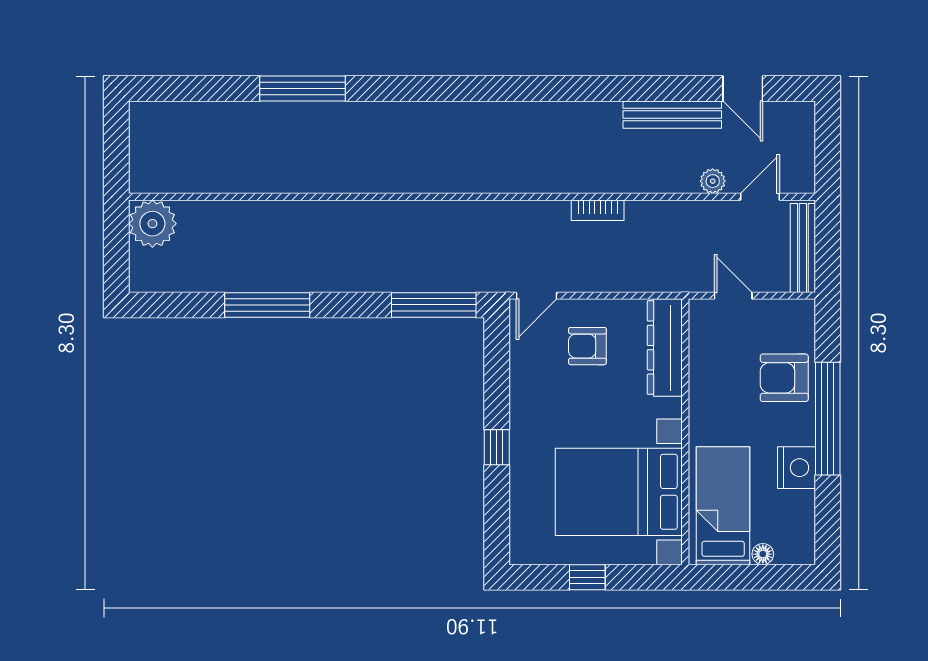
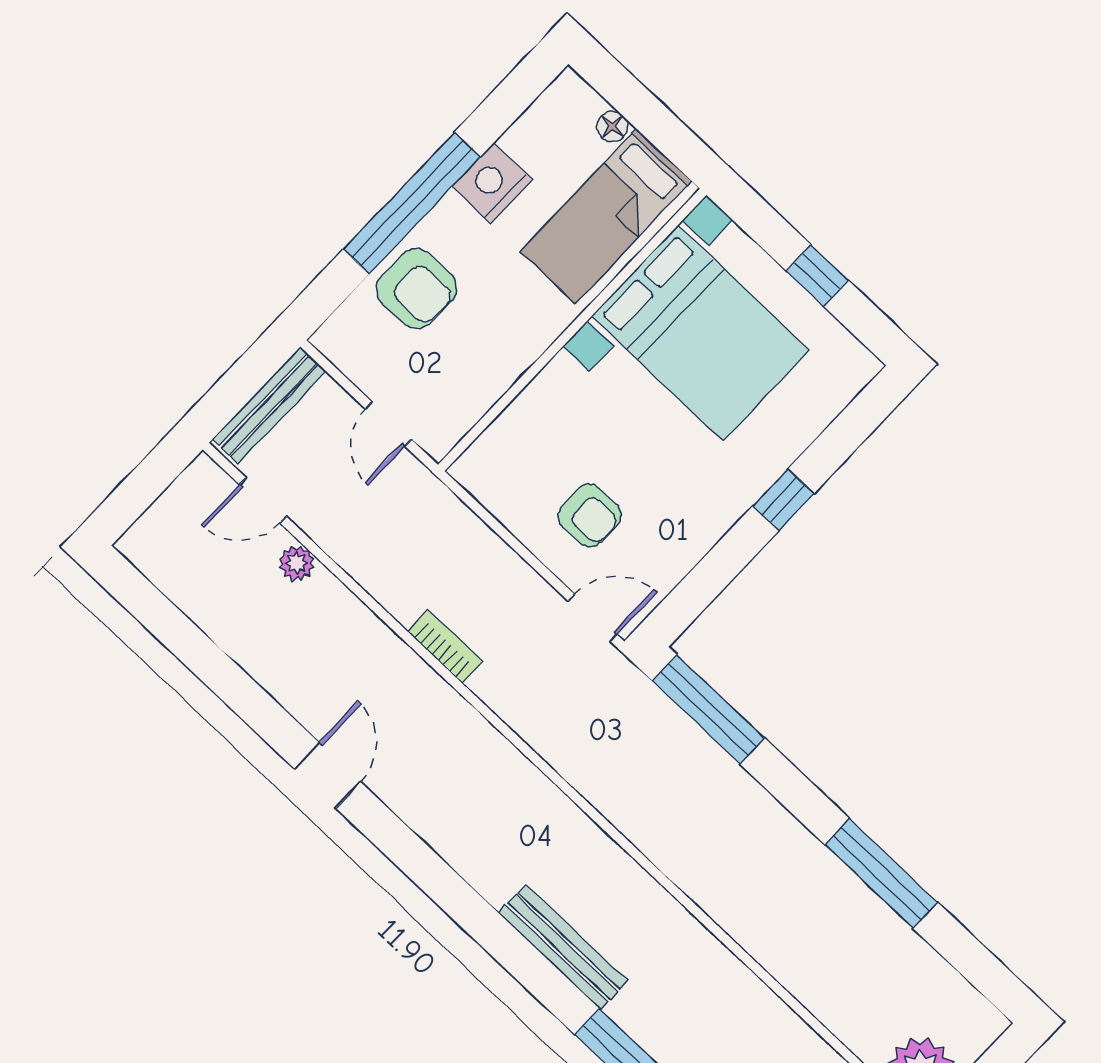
door: (743, 88) -> (327, 775), moved
bench: (672, 115) -> (563, 947), moved
dresser: (665, 348) -> (511, 437), removed

